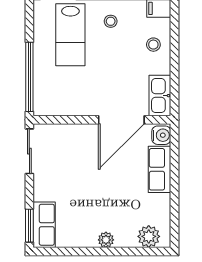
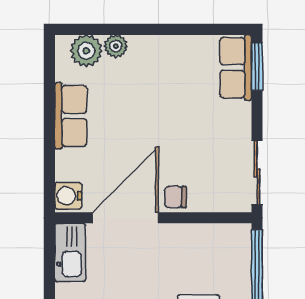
chair: (86, 134) -> (175, 197), added
row of seats: (160, 169) -> (71, 116), moved
plant: (106, 240) -> (116, 46), moved

